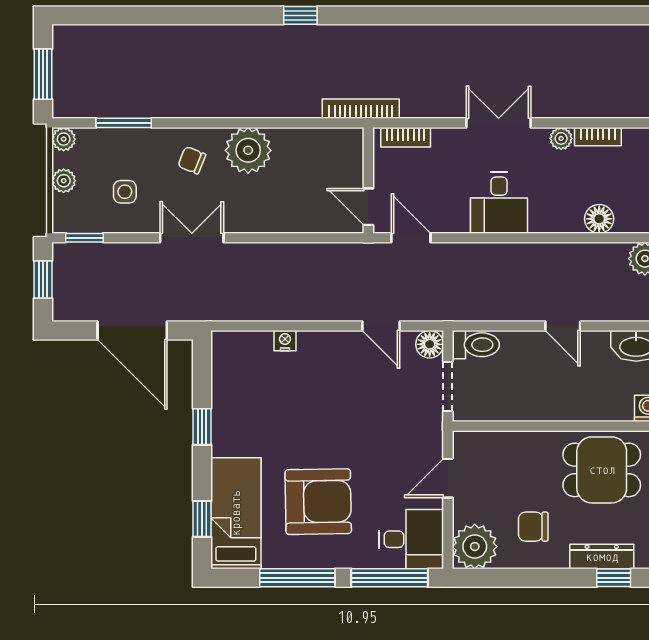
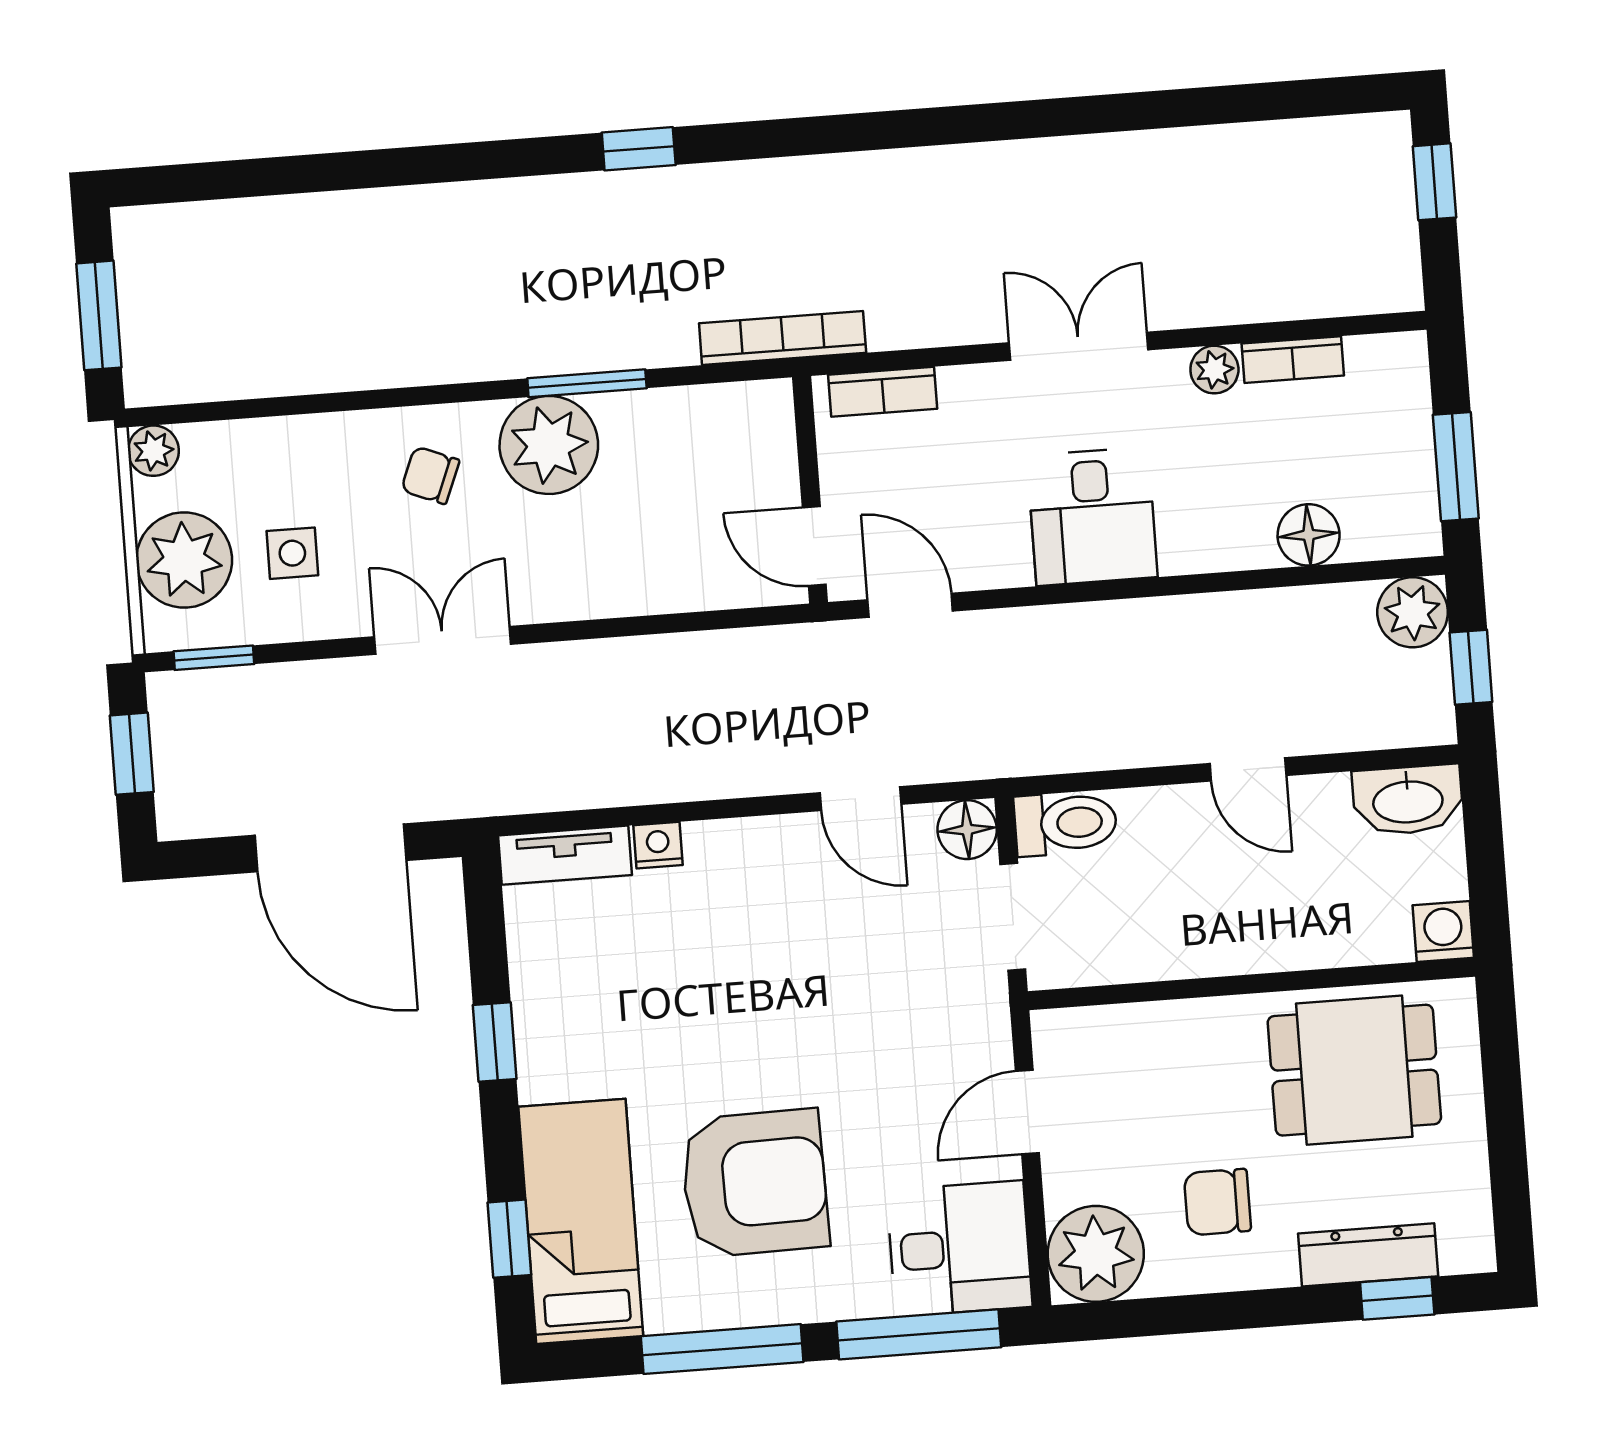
window: (124, 123) -> (587, 383), moved
plant: (64, 181) -> (184, 560), width x1.88, depth x1.88
tv unit: (241, 342) -> (565, 855), added

